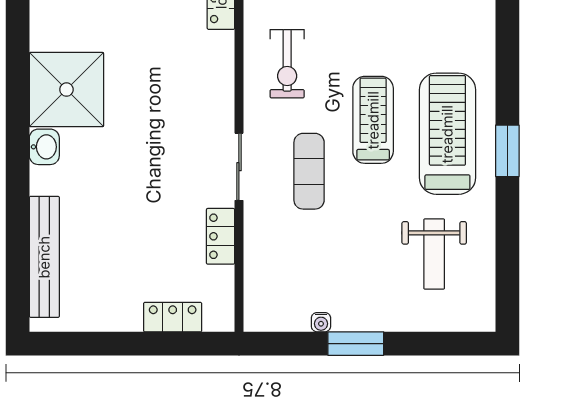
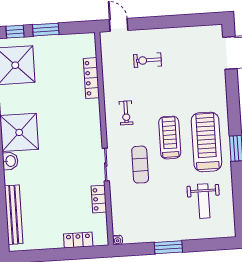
exercise bike: (287, 64) -> (126, 113), width x0.73, depth x0.72
water cooler: (321, 322) -> (118, 240), moved

